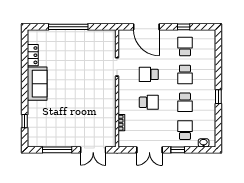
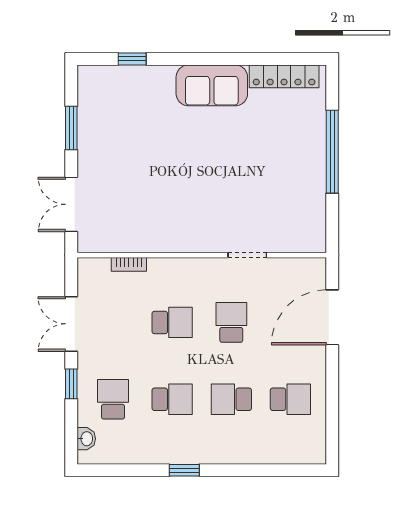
window: (184, 27) -> (332, 396), removed
locker: (33, 55) -> (284, 76), width x1.53
school desk: (149, 102) -> (172, 322), turned -90
school desk: (185, 102) -> (172, 399), turned 180
school desk: (185, 130) -> (113, 399), turned -90
window: (57, 150) -> (71, 128), width x0.69

